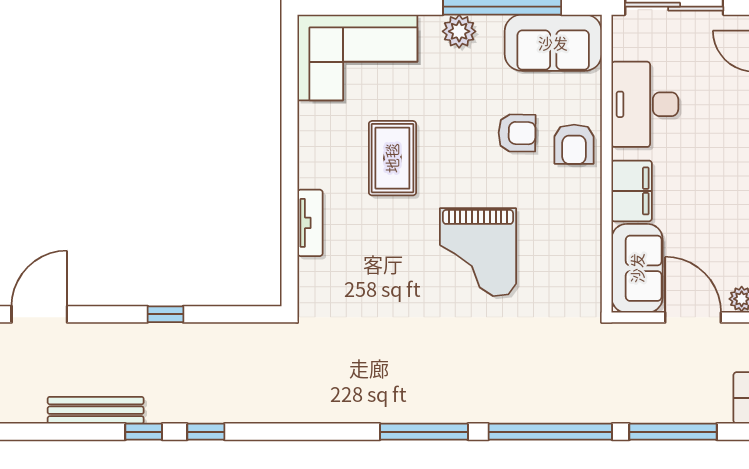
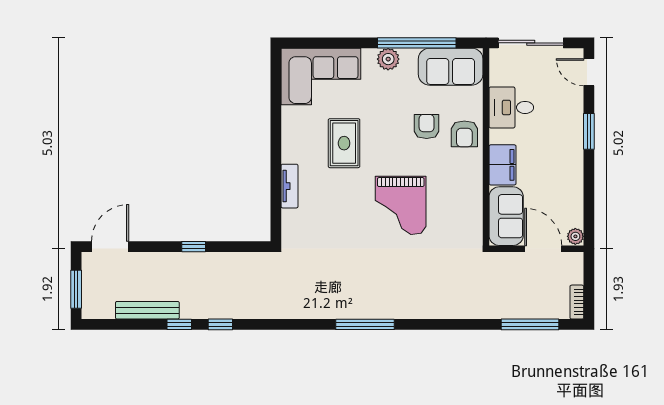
desk: (645, 104) -> (511, 107), width x0.73
armchair: (517, 133) -> (427, 126), turned -91
window: (550, 432) -> (449, 324), removed

